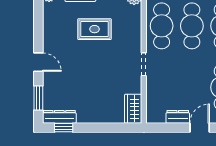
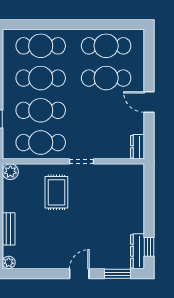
rug: (94, 29) -> (56, 192), moved
wardrobe: (133, 109) -> (129, 173), removed
dresser: (178, 117) -> (137, 147), moved

